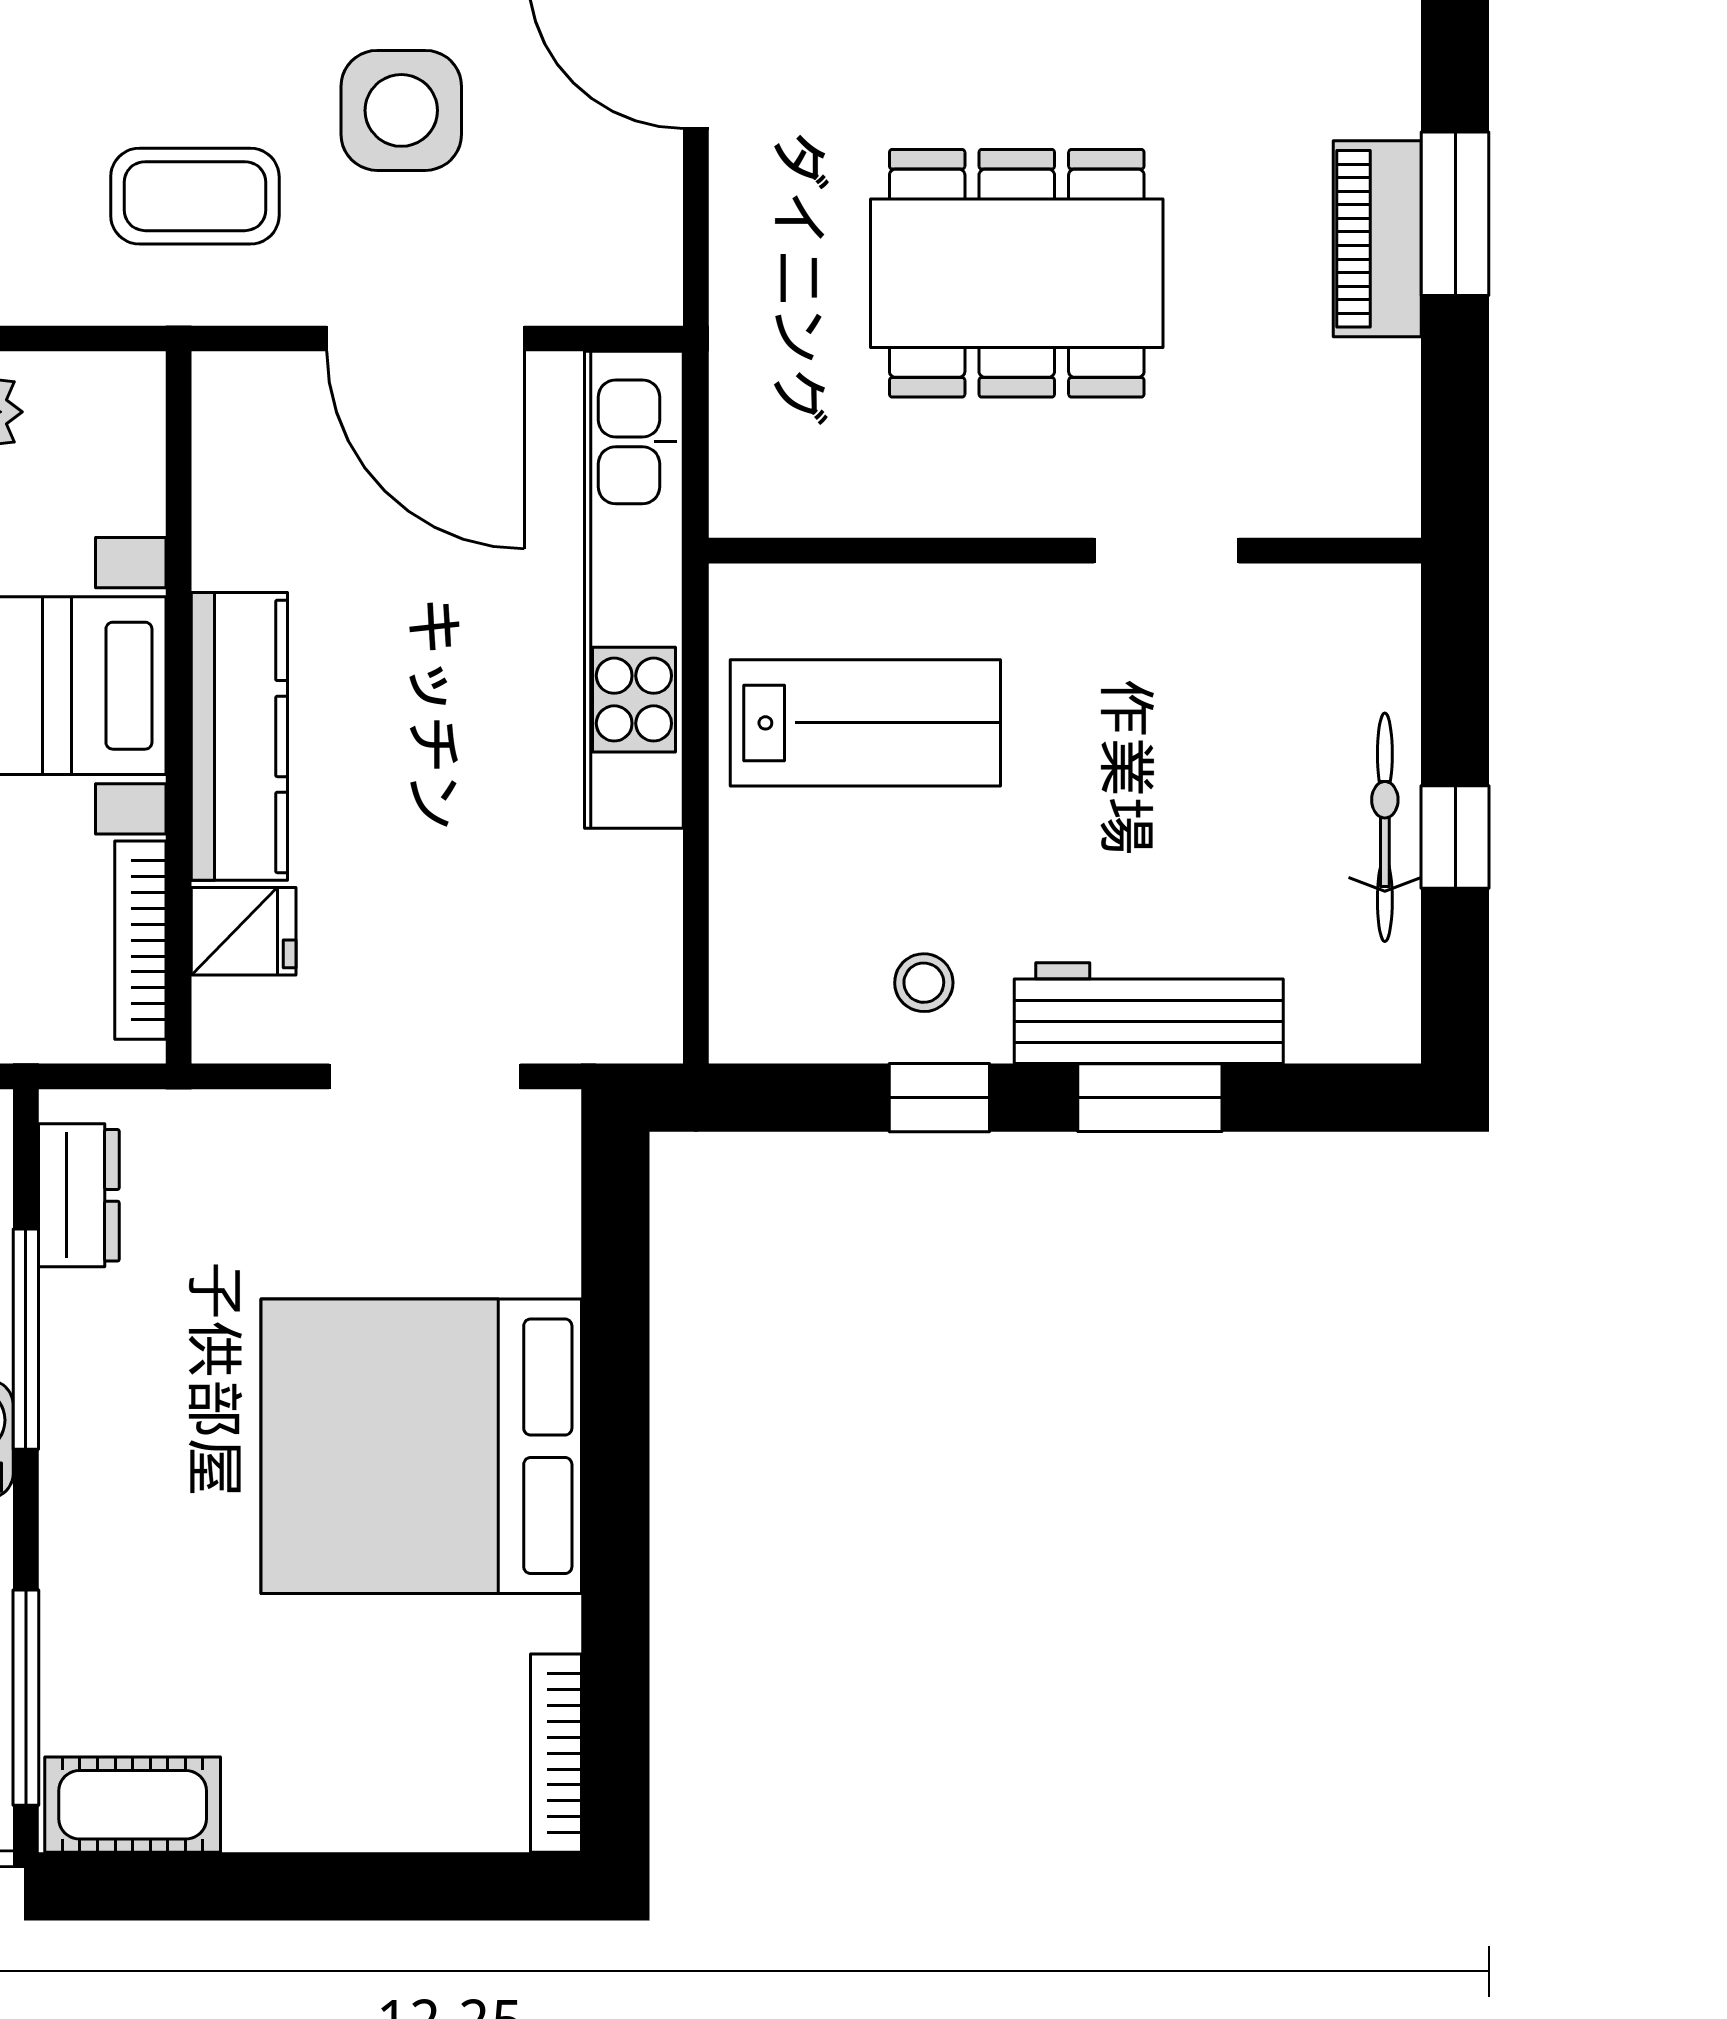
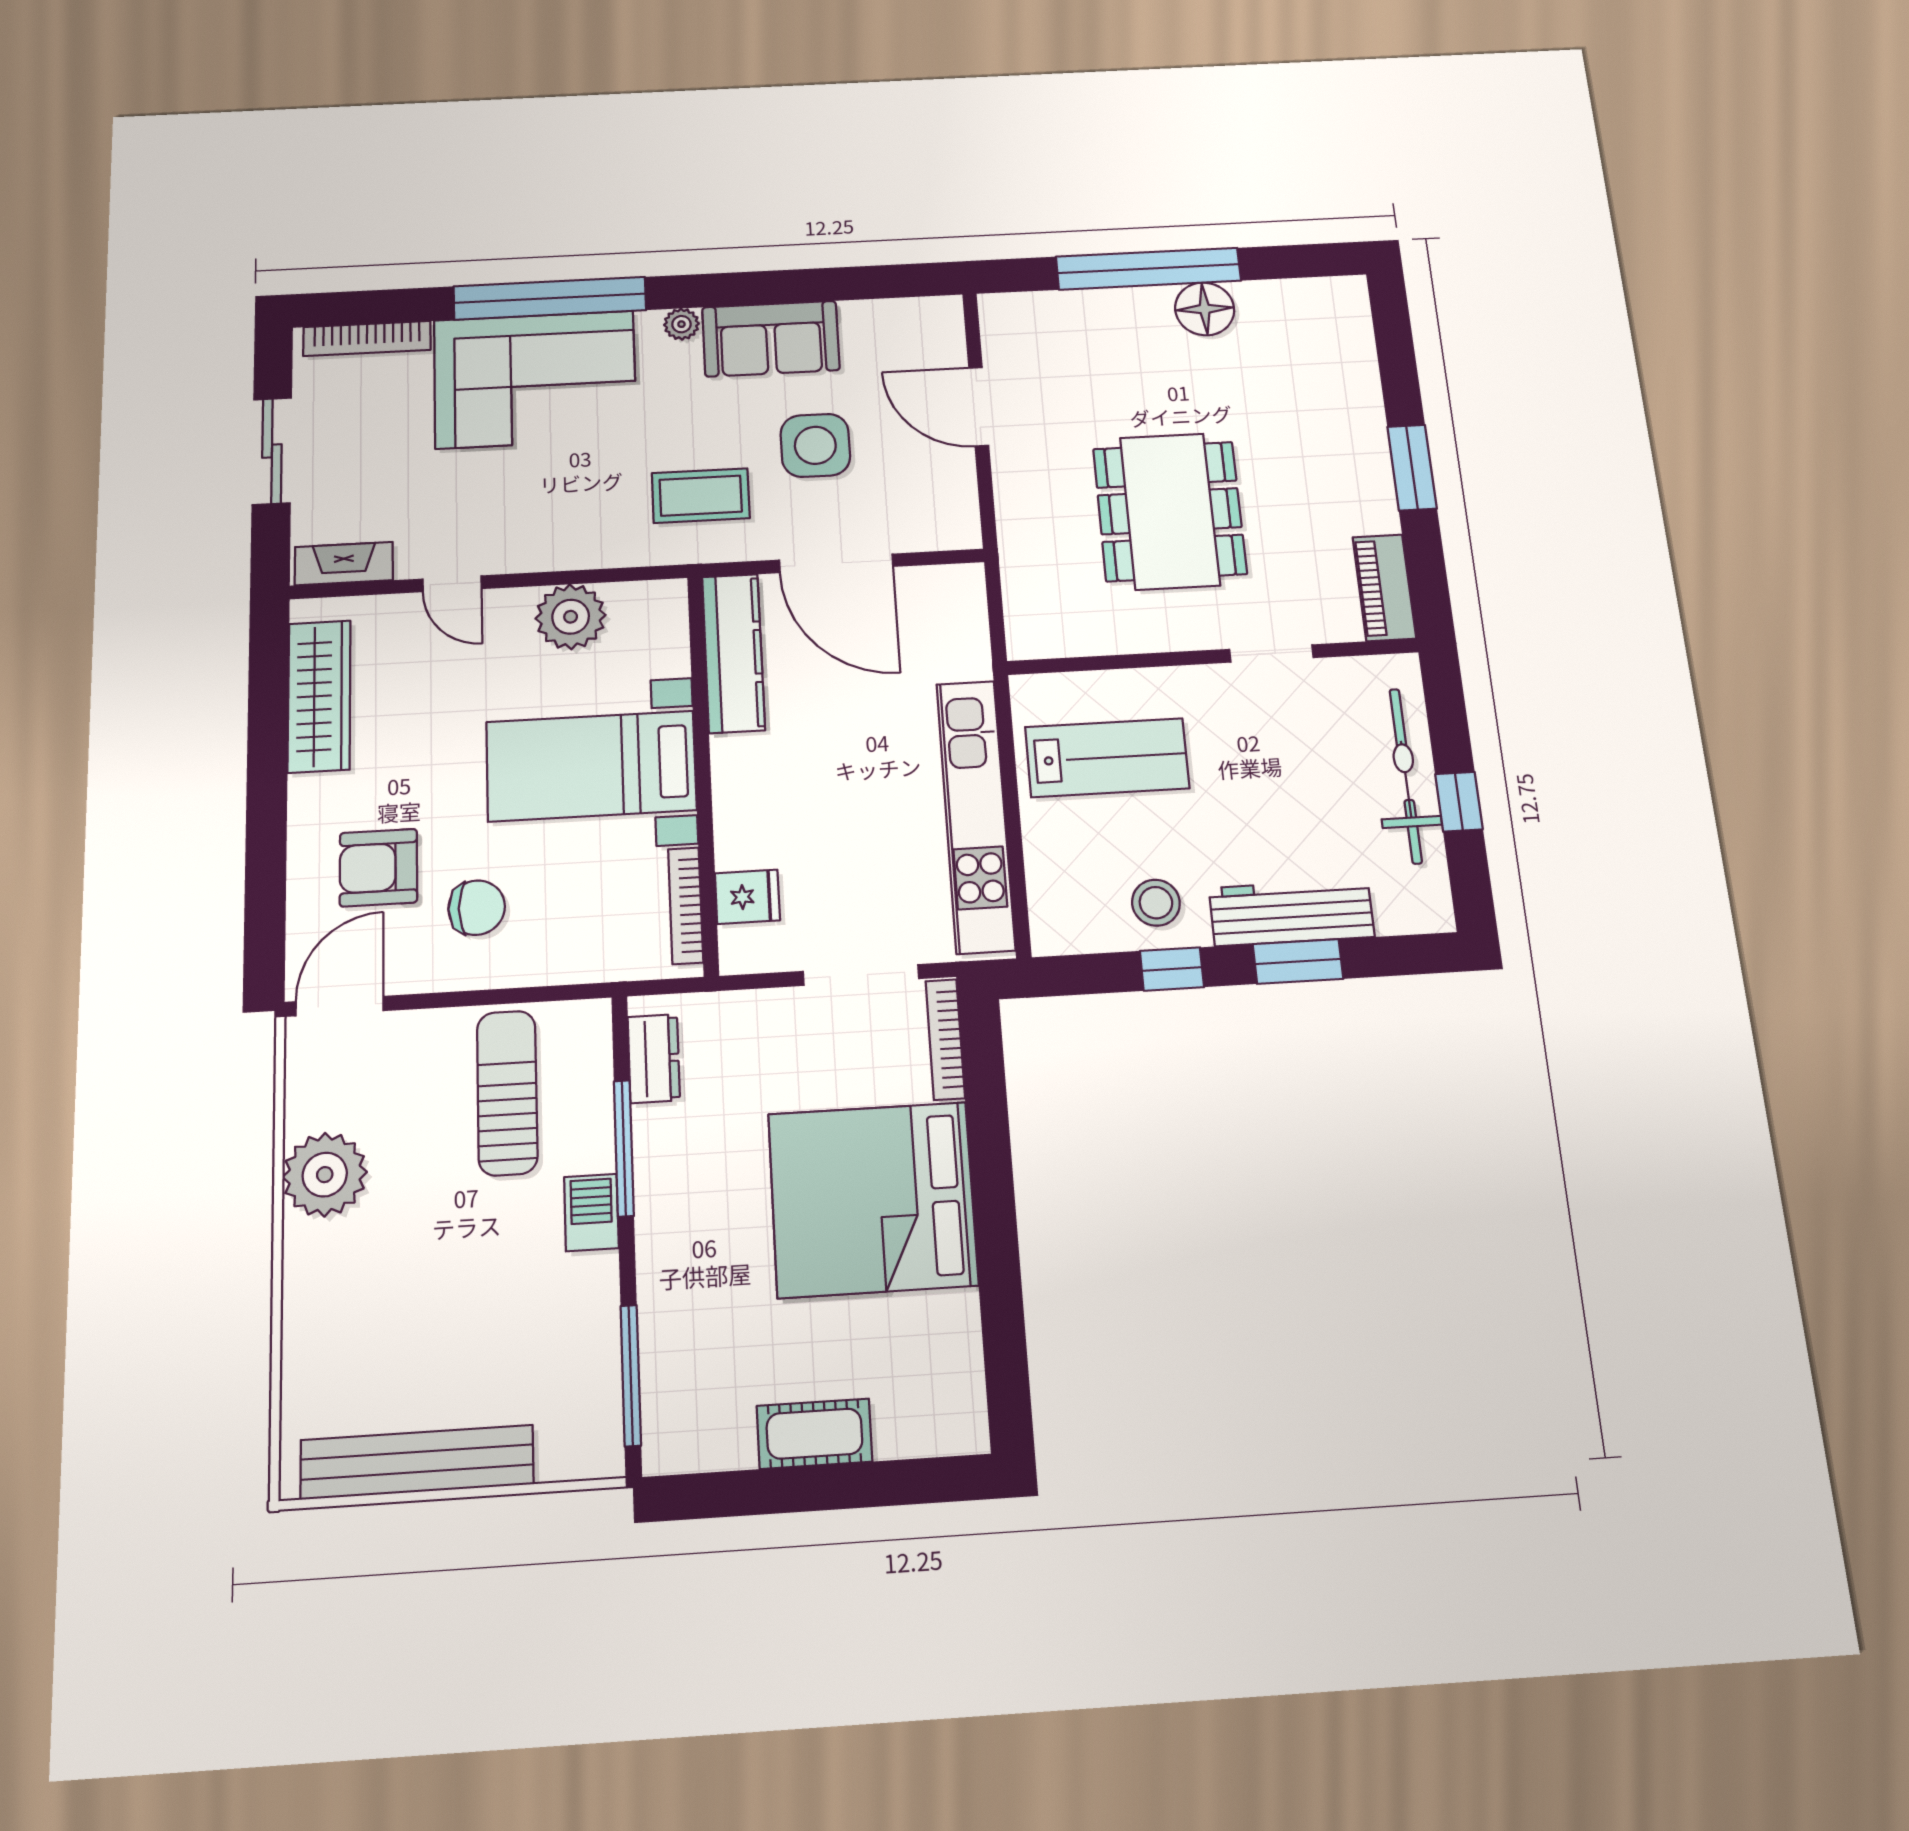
piano: (1377, 239) -> (1384, 588), moved
dining table: (1017, 273) -> (1170, 511), turned 90
kitchen unit: (634, 590) -> (975, 815), moved
kitchen counter: (239, 736) -> (733, 653), moved
bicycle: (1385, 827) -> (1406, 776), width x1.37, depth x1.40
stool: (924, 983) -> (1156, 903), width x1.37, depth x1.37
bookcase: (556, 1753) -> (945, 1039), moved
cot: (133, 1805) -> (814, 1434), moved

